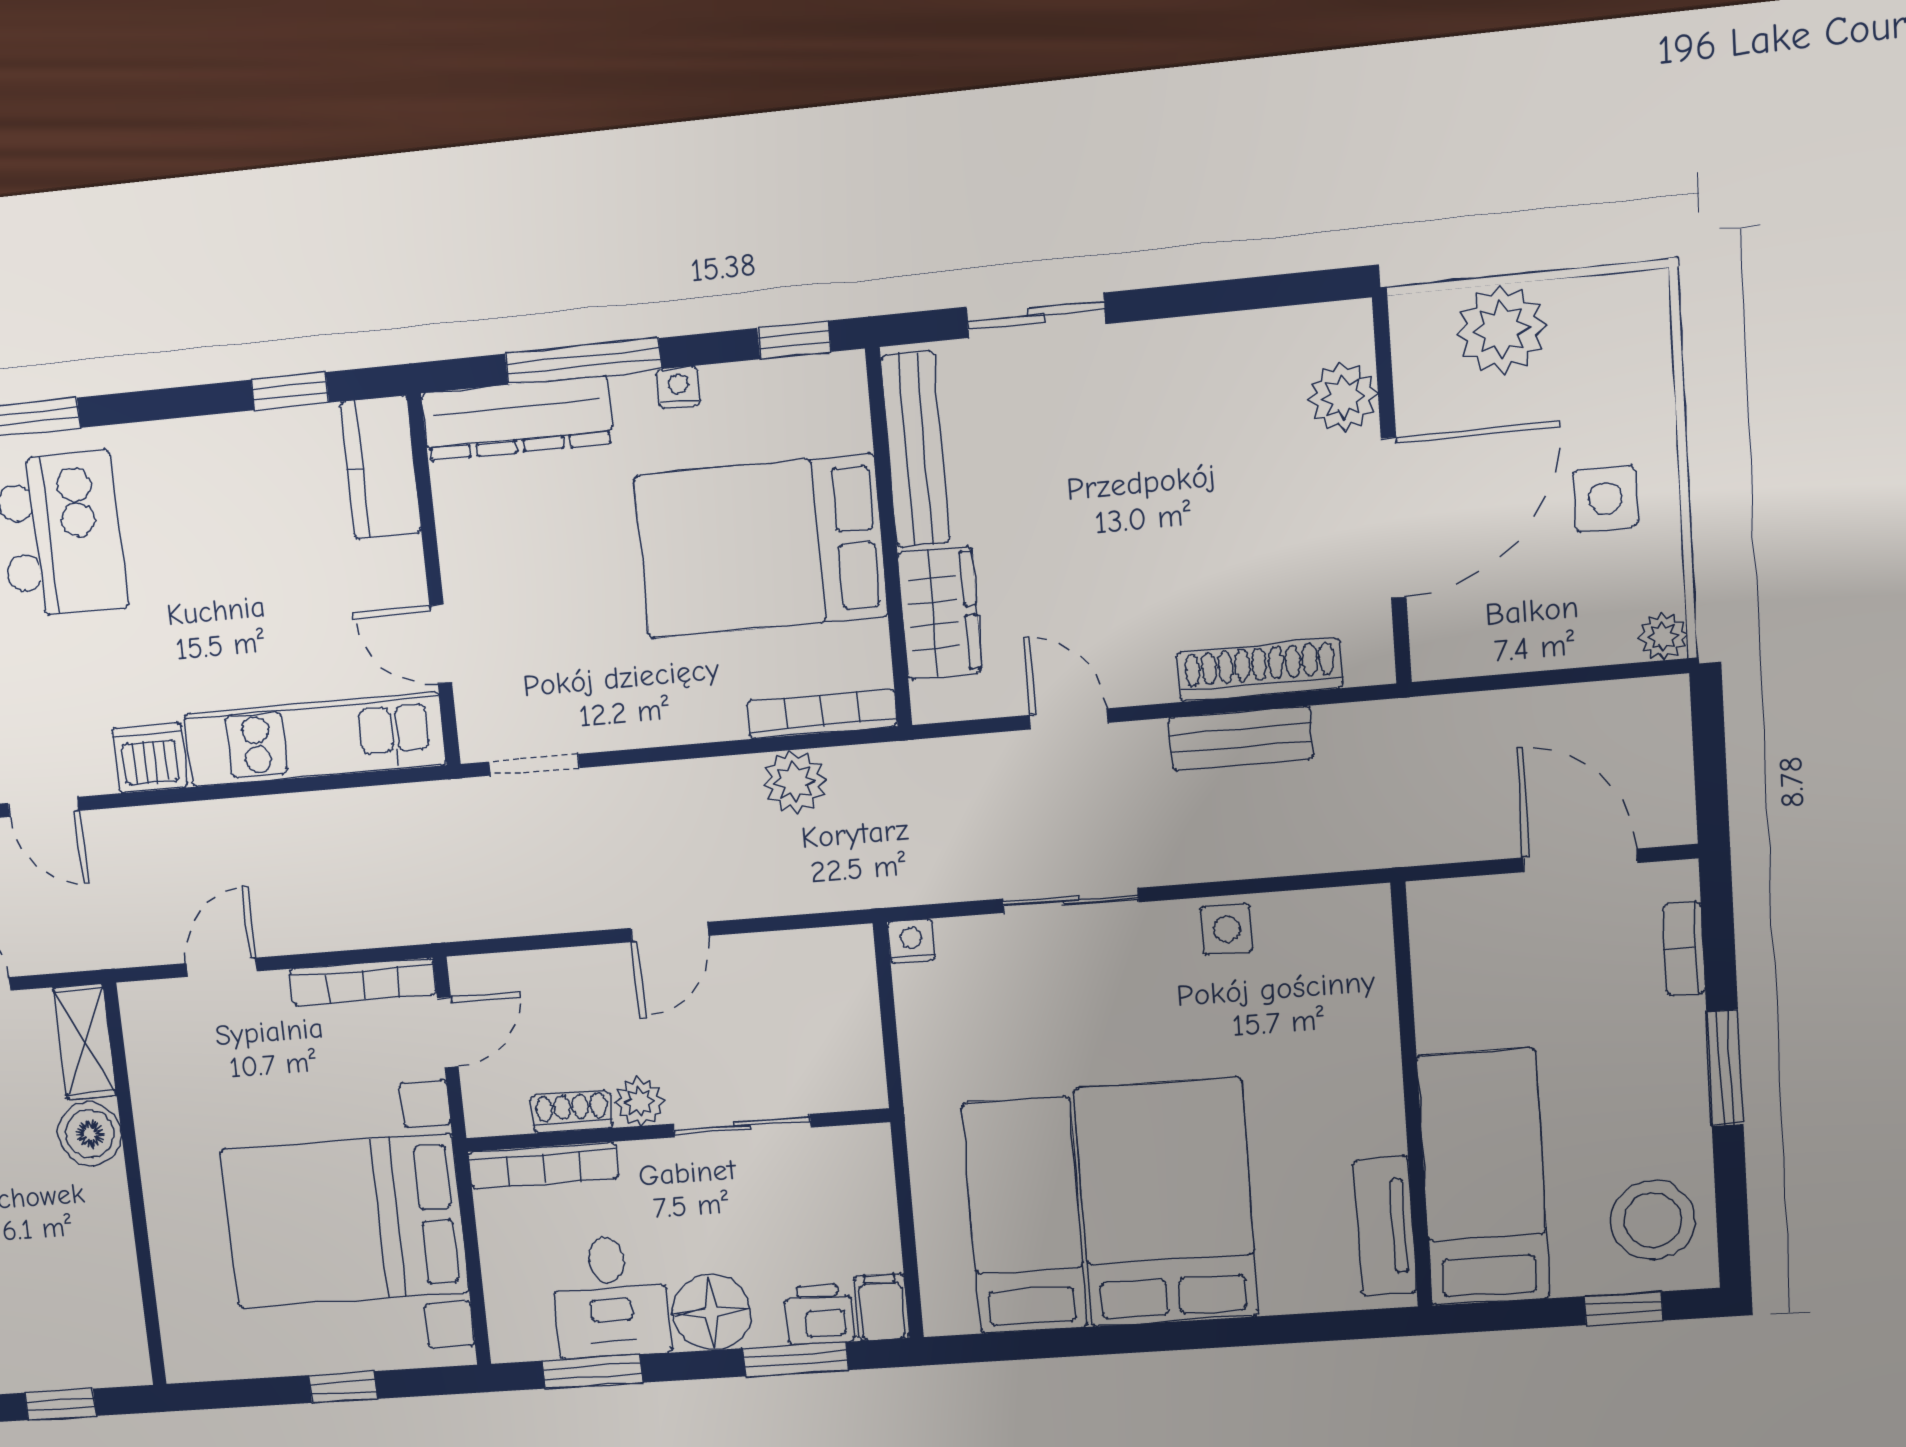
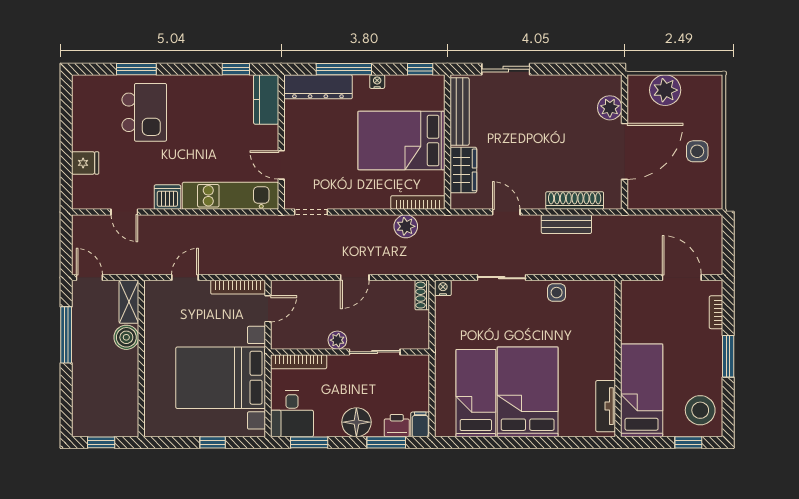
plant: (1663, 636) -> (714, 201), removed
shoe rack: (572, 1112) -> (422, 295), moved, turned -90
desk: (610, 1297) -> (292, 414), moved

